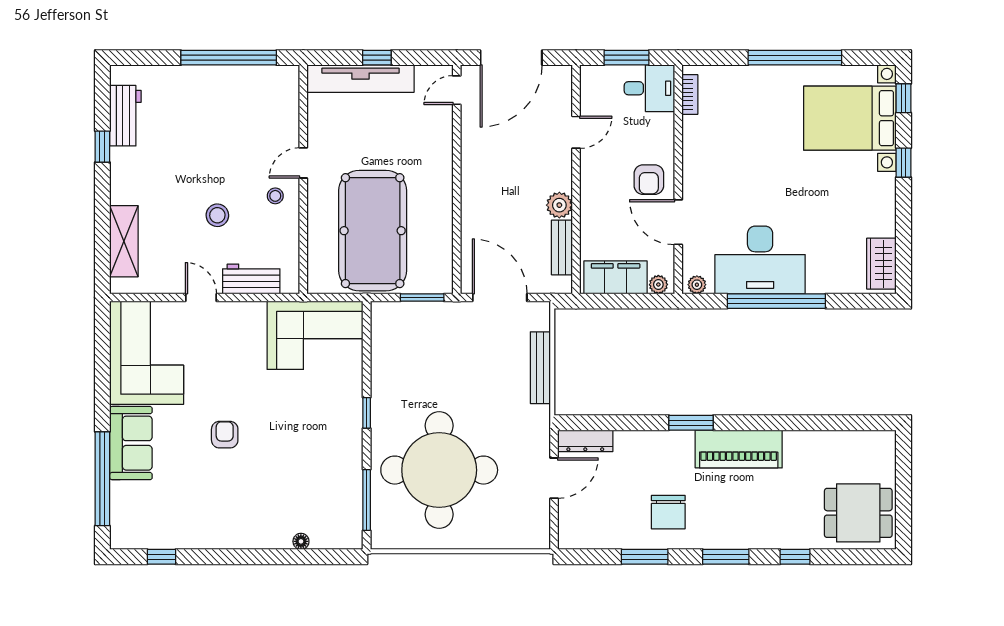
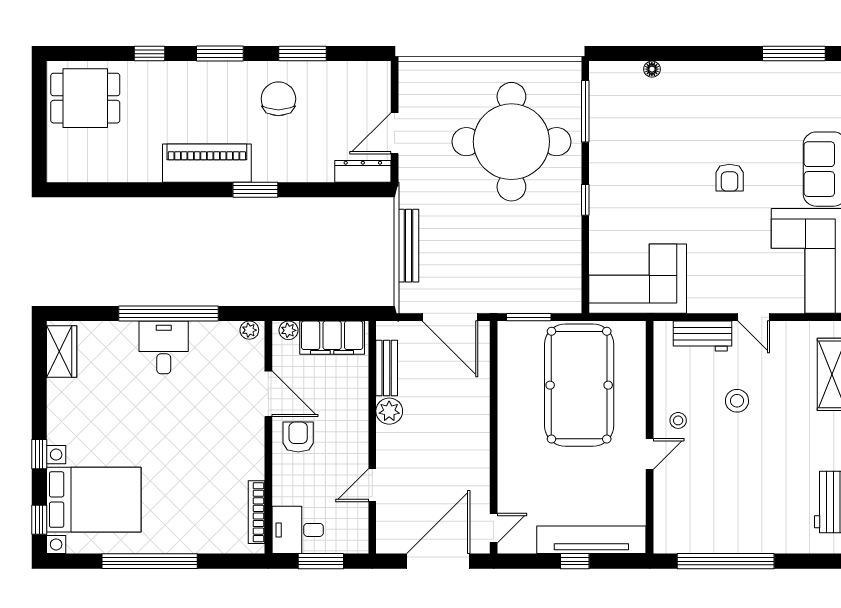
bookcase: (690, 95) -> (257, 512), width x1.56
desk: (760, 260) -> (164, 347), width x0.53, depth x0.77
window: (161, 557) -> (794, 54), width x2.17

